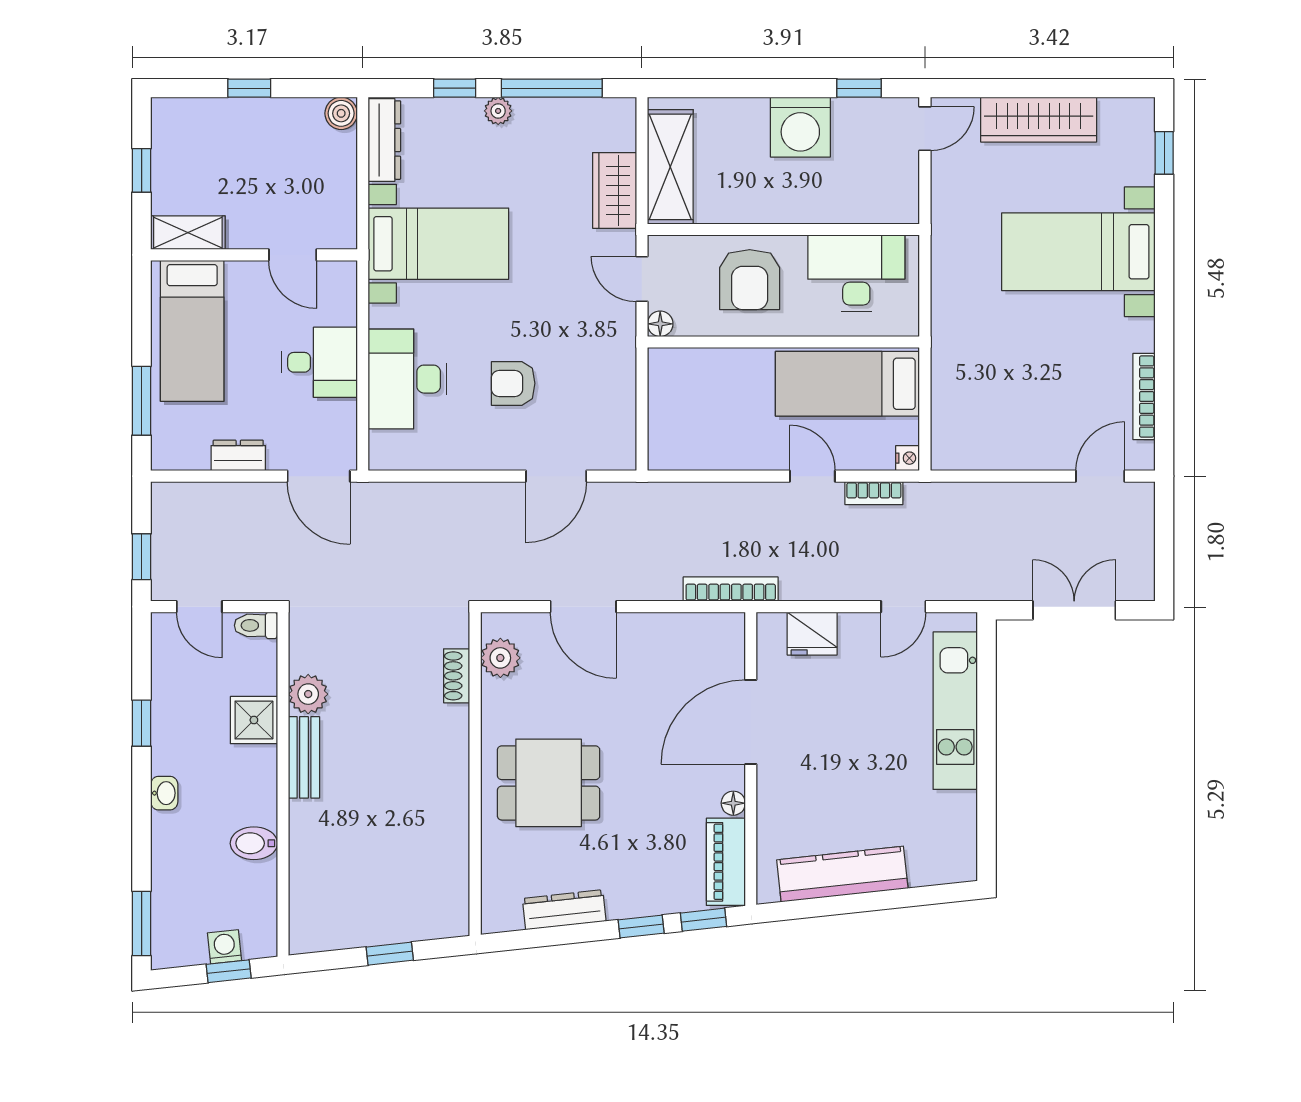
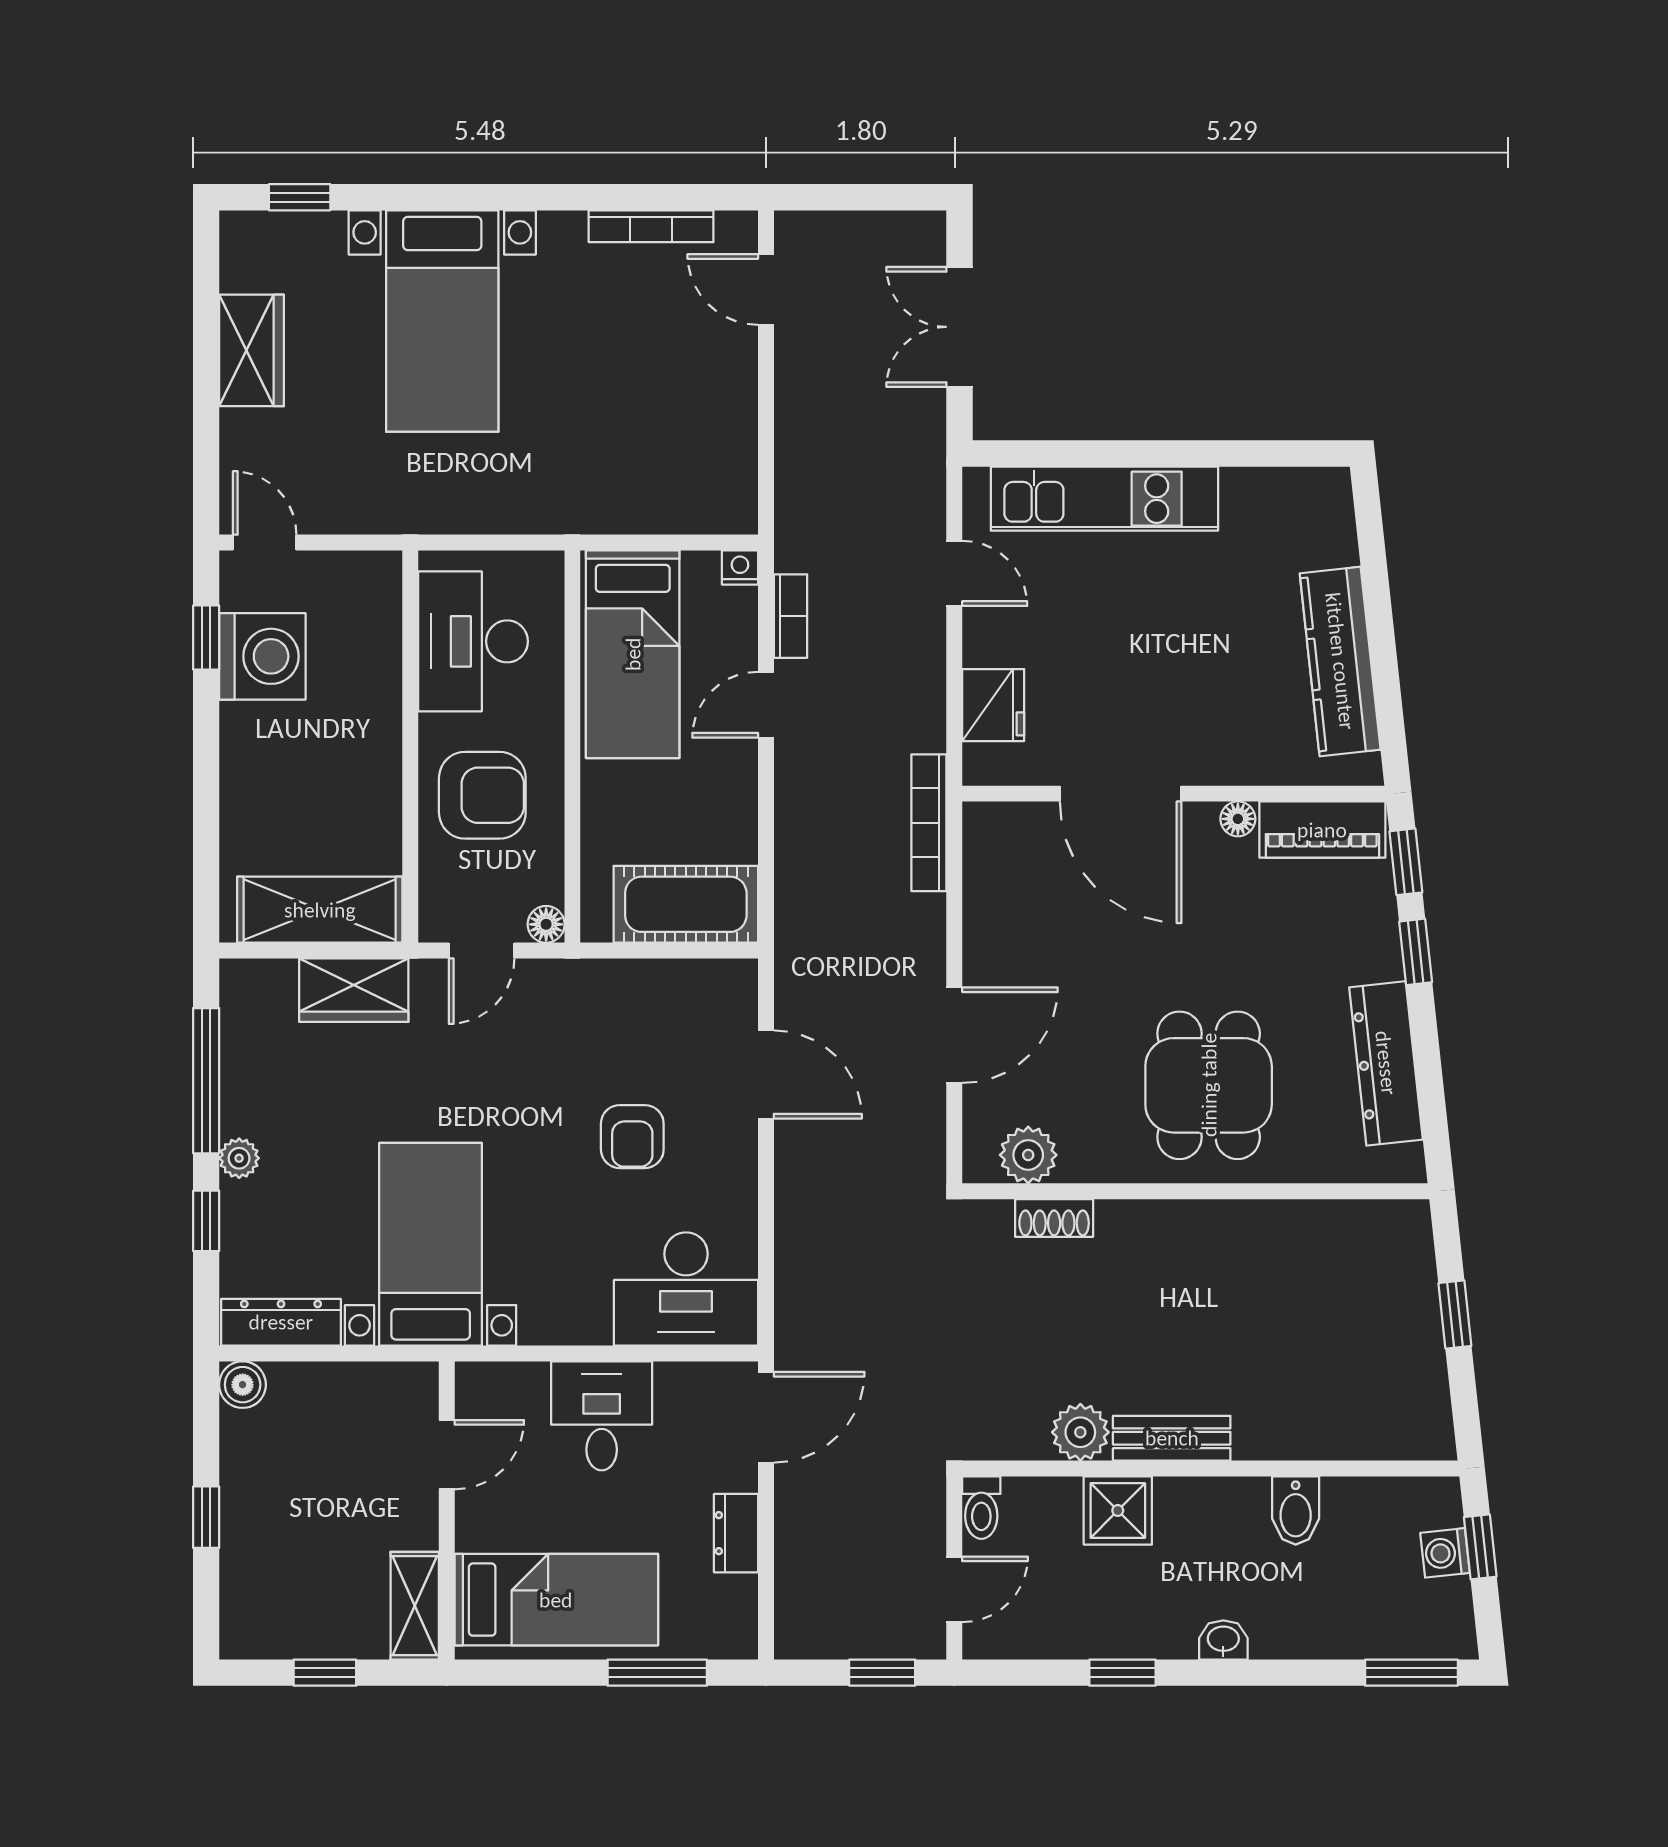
wardrobe: (1039, 120) -> (252, 350), width x0.67
washing machine: (800, 127) -> (262, 656), moved
desk: (407, 379) -> (686, 1289), moved
cot: (674, 421) -> (686, 904), added
dresser: (564, 910) -> (1386, 1063), width x1.37, depth x1.24

